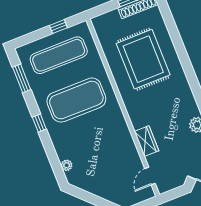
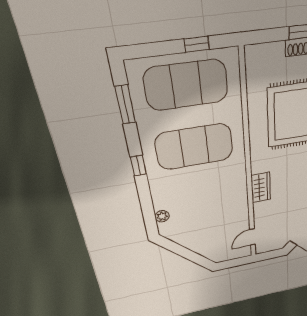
exercise mat: (59, 55) -> (186, 85), width x1.47
wardrobe: (146, 141) -> (261, 188), moved

